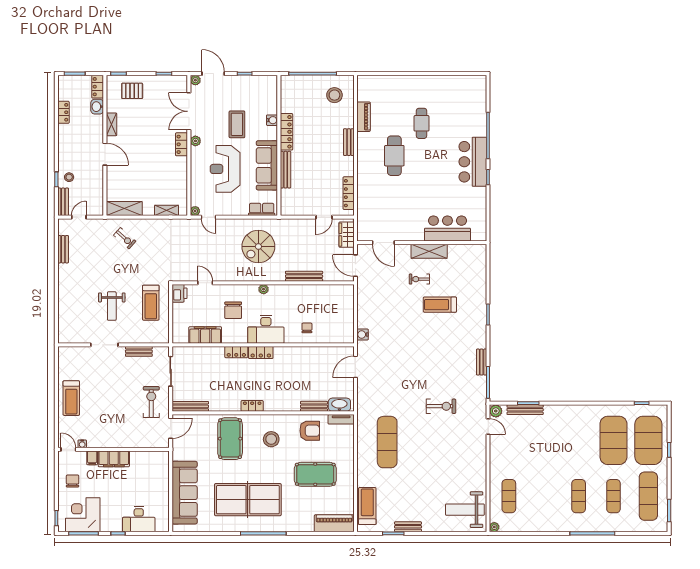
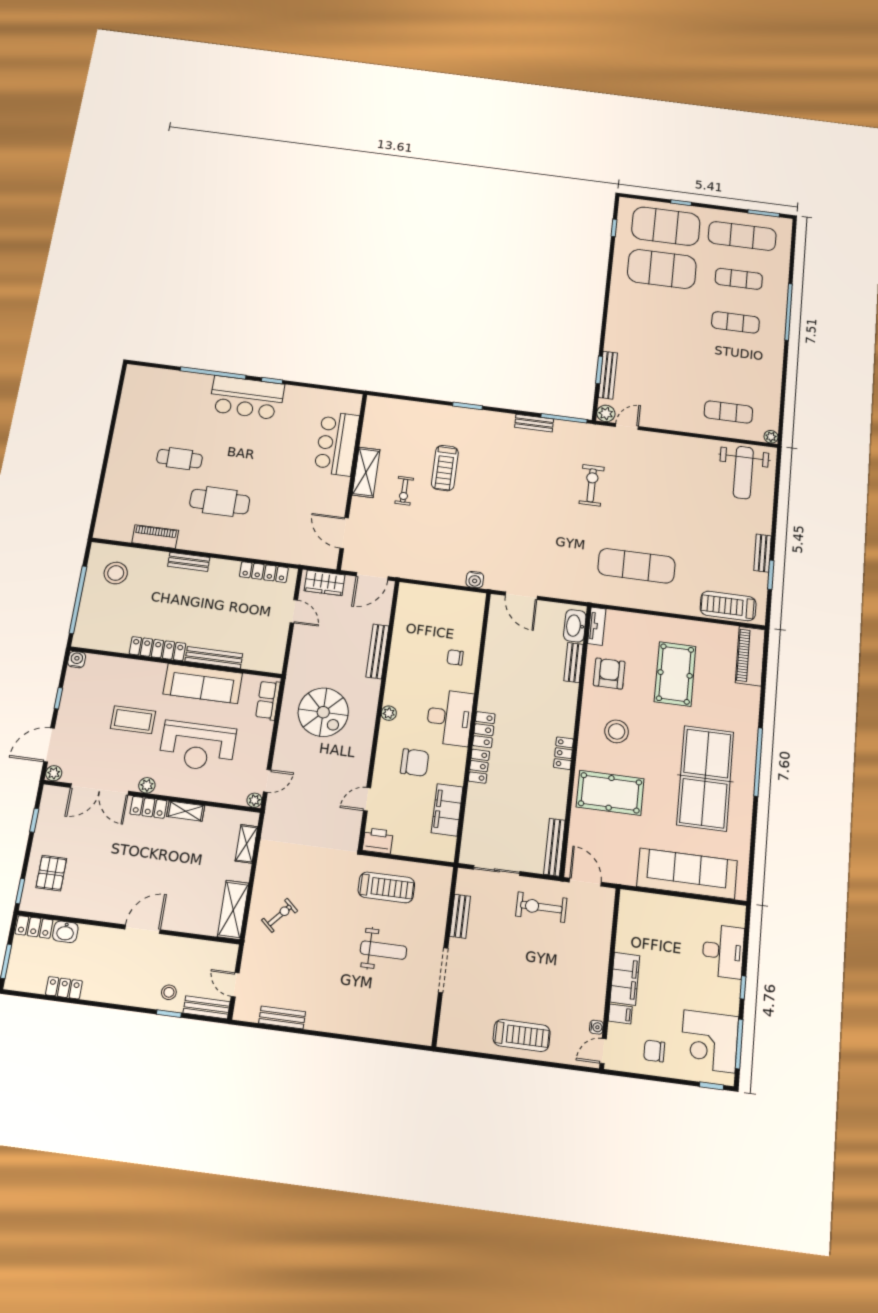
water cooler: (272, 120) -> (77, 660), moved
shelving: (112, 124) -> (186, 811), moved
door: (383, 243) -> (344, 533), swing flipped

